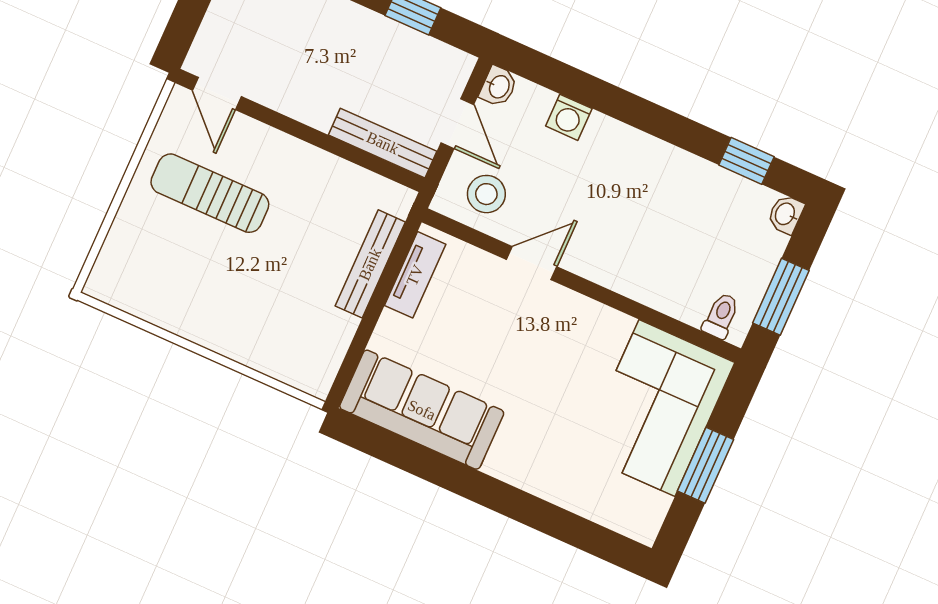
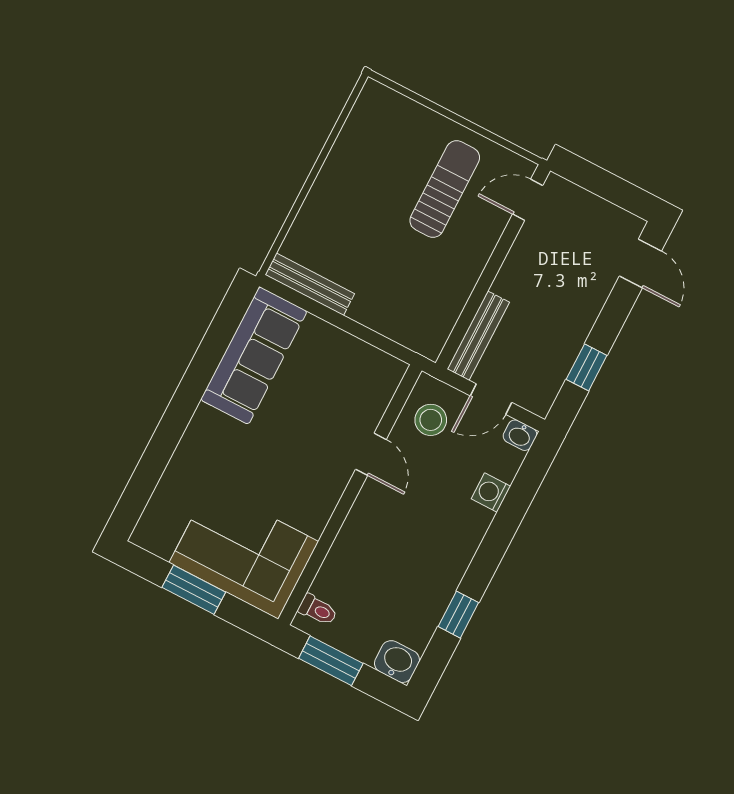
window: (746, 161) -> (458, 615), moved
washbasin: (786, 214) -> (397, 662), width x1.38, depth x1.45
bench: (370, 264) -> (310, 284), moved
tv unit: (415, 275) -> (367, 356), removed

